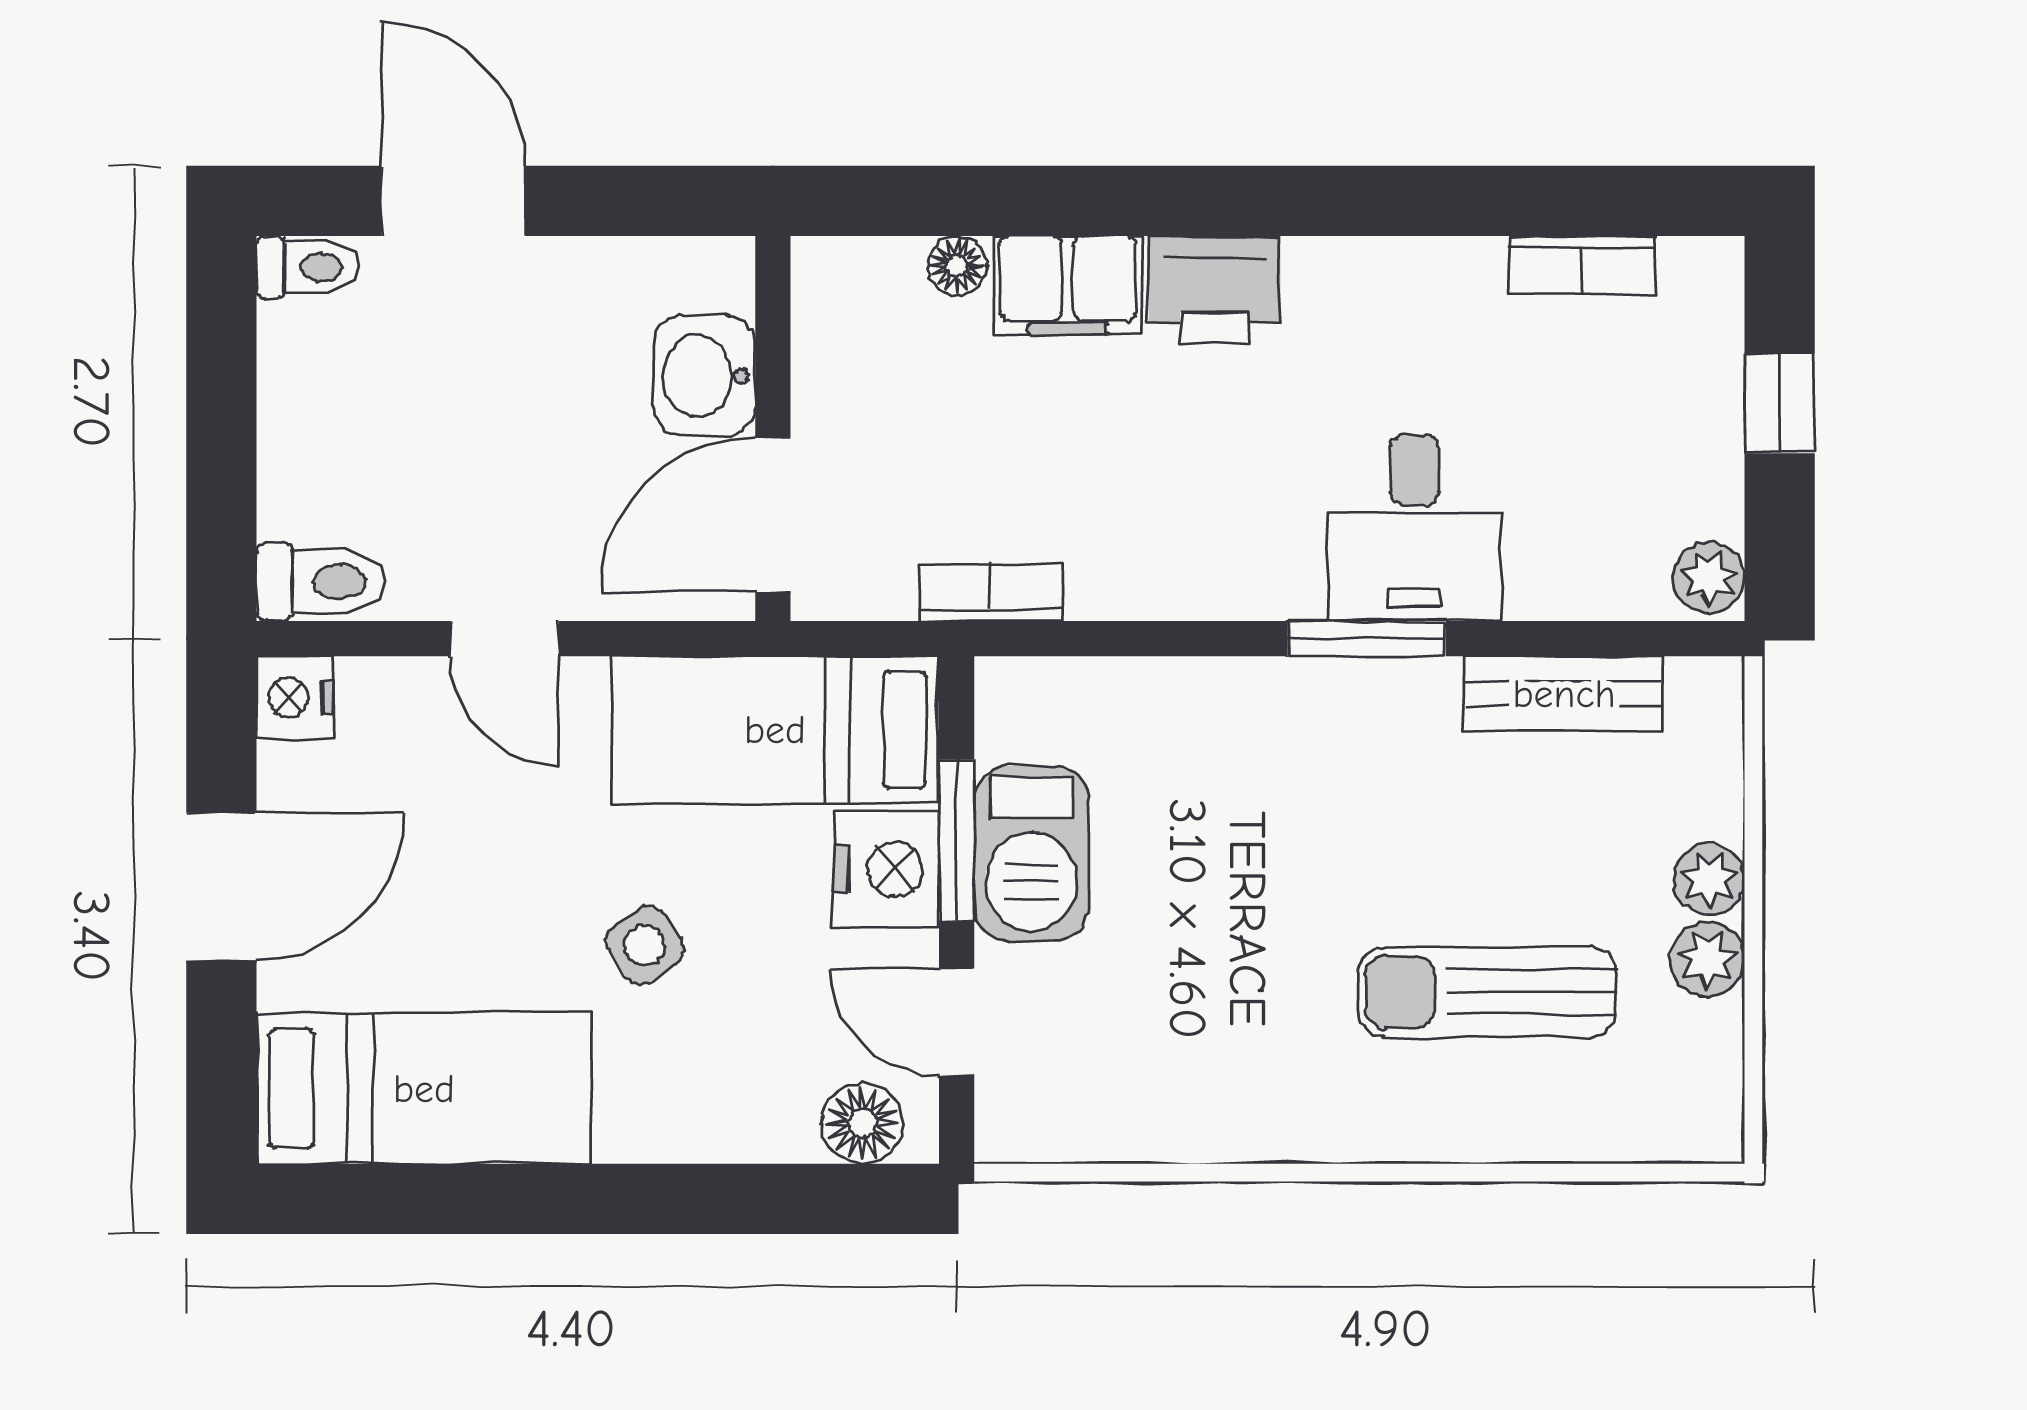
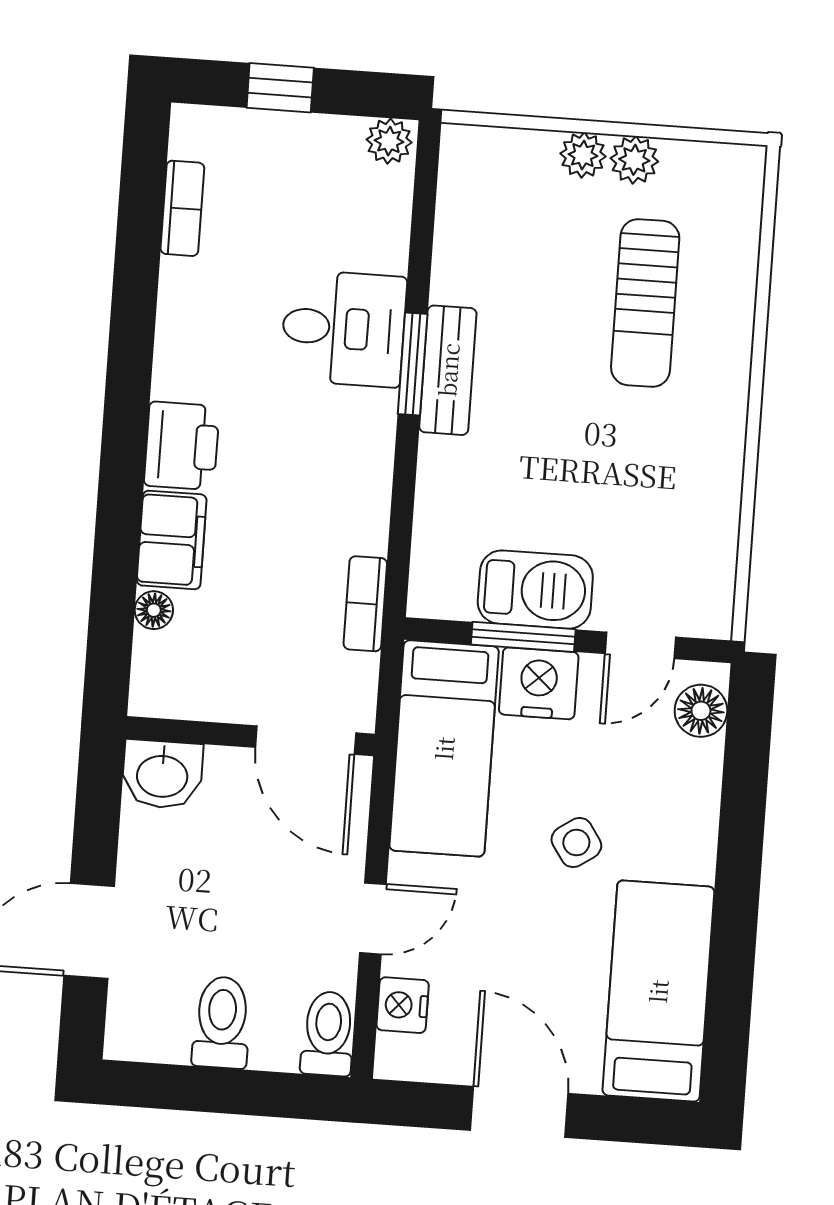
toilet: (307, 267) -> (222, 1022), moved, width x1.37, depth x1.39
washbasin: (704, 376) -> (162, 774), moved
bench: (1564, 694) -> (448, 370), moved
nightstand: (294, 698) -> (403, 1005), moved, turned 90

